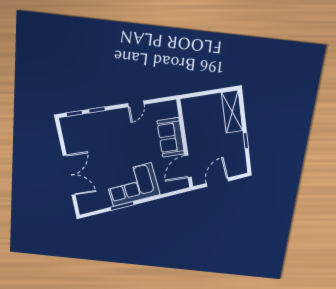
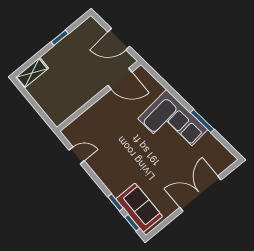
door: (136, 104) -> (77, 155), moved
shelving: (232, 112) -> (32, 73), width x0.67, depth x0.75
sofa: (171, 137) -> (139, 208), moved, turned -90

